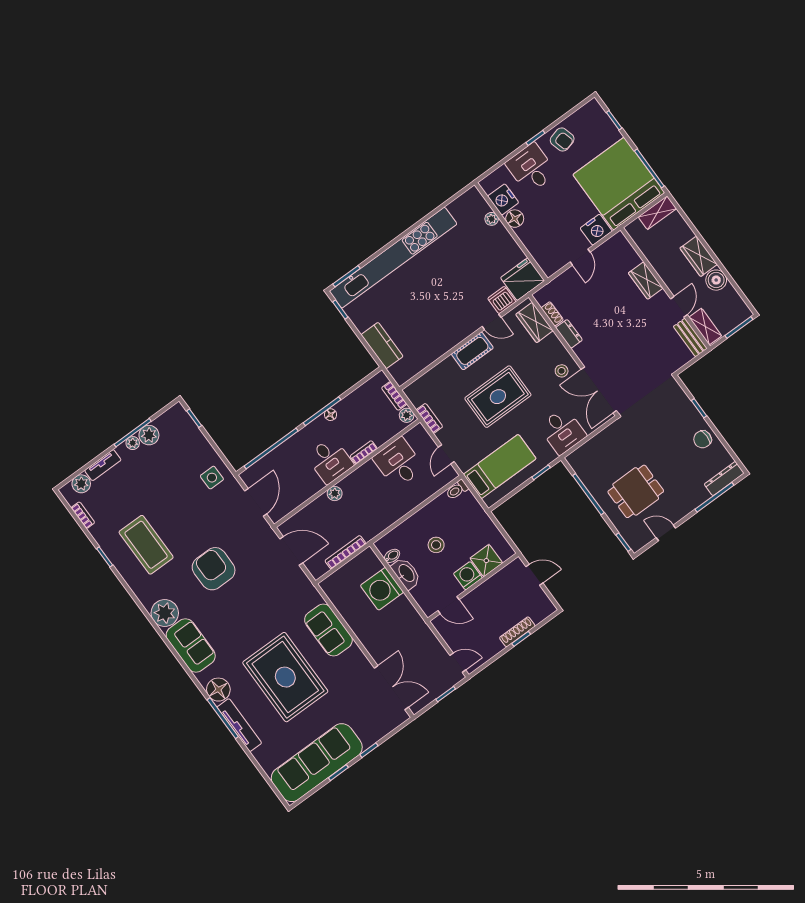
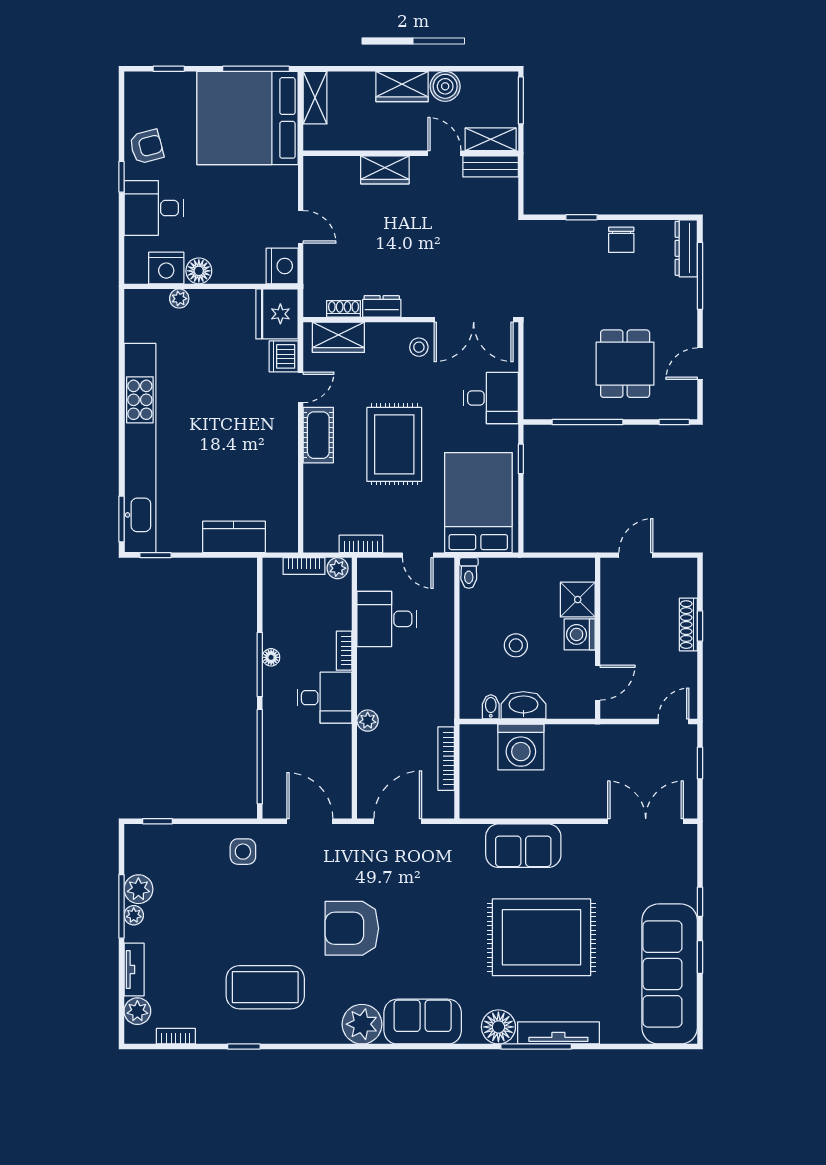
nightstand: (596, 230) -> (282, 266), moved
bed: (500, 466) -> (478, 503), width x1.50

